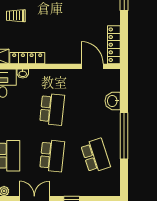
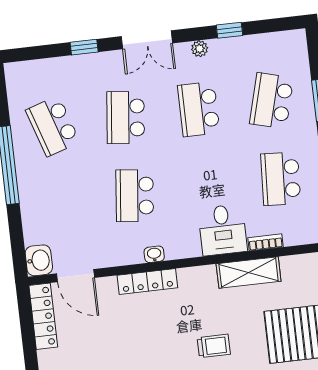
locker: (27, 58) -> (147, 281), moved
washbasin: (23, 74) -> (154, 254), moved
washbasin: (113, 101) -> (39, 260), moved

